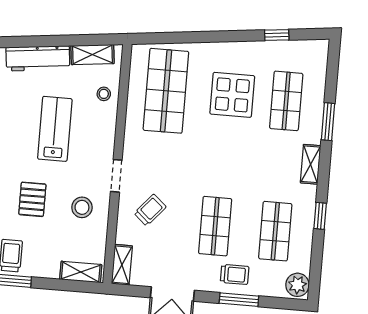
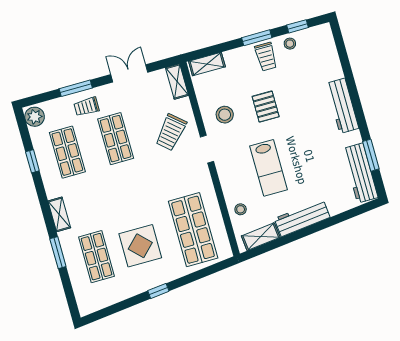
window: (277, 35) -> (158, 291), moved
trolley: (150, 210) -> (171, 132), width x1.36, depth x1.39
window: (320, 216) -> (32, 161), moved

